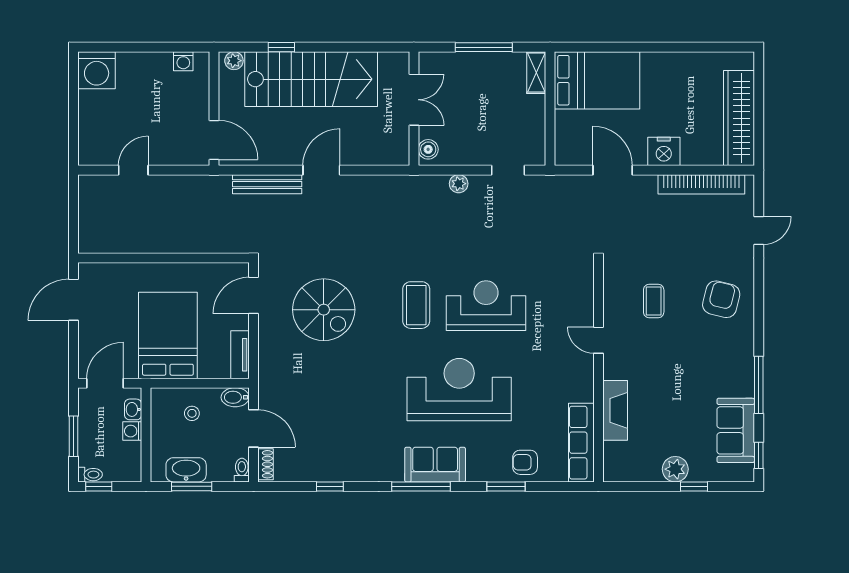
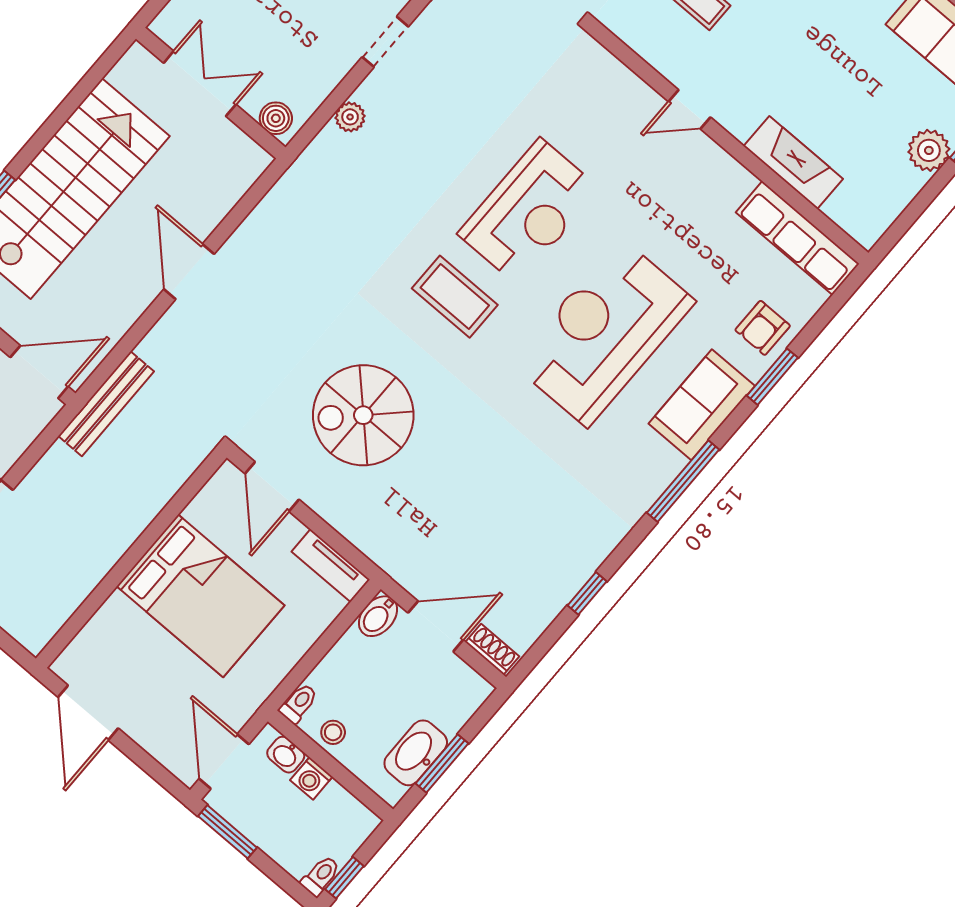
bench: (267, 184) -> (106, 404), moved
reception desk: (486, 306) -> (529, 211), turned 180
spiral stairs: (324, 310) -> (363, 415), turned 180
bed: (168, 335) -> (201, 596), moved, turned 180
stool: (192, 413) -> (333, 732), moved
window: (73, 436) -> (228, 832), moved
sofa: (435, 465) -> (702, 405), moved
toilet: (242, 470) -> (299, 703), moved, turned 90

